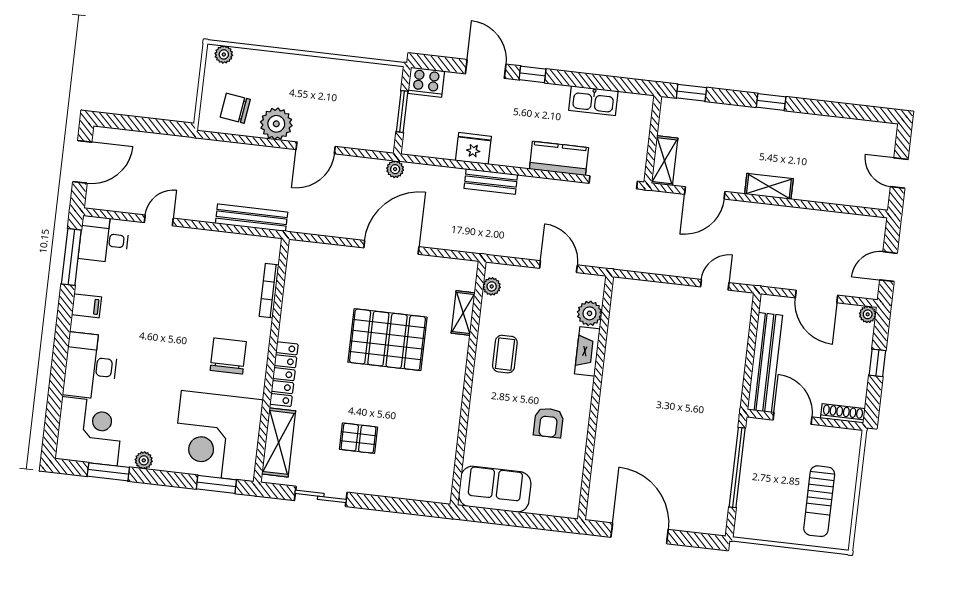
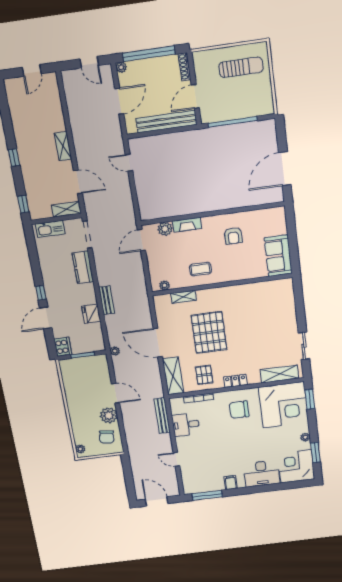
kitchen sink: (593, 101) -> (50, 229), moved, turned 90
desk: (104, 239) -> (186, 425), moved, turned 90
shelving: (323, 257) -> (173, 376), added
door: (558, 267) -> (141, 240), moved
window: (877, 363) -> (149, 54), width x3.17
locker: (284, 374) -> (235, 381), width x0.66
armchair: (548, 423) -> (233, 236), turned 90
pallet: (359, 438) -> (204, 375), moved

